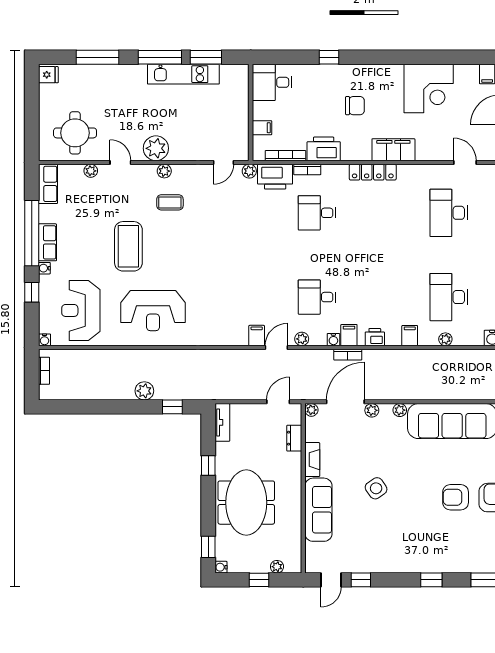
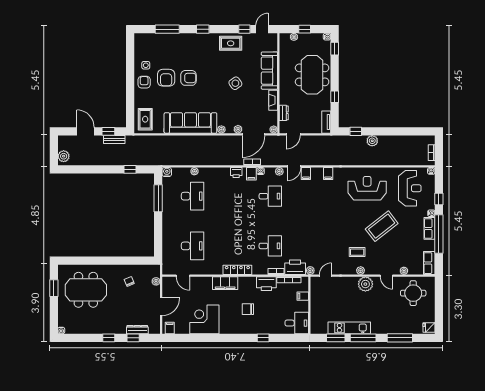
coffee table: (128, 246) -> (382, 226), turned 52
filing cabinet: (410, 336) -> (328, 173), moved
rug: (384, 556) -> (231, 43), added

